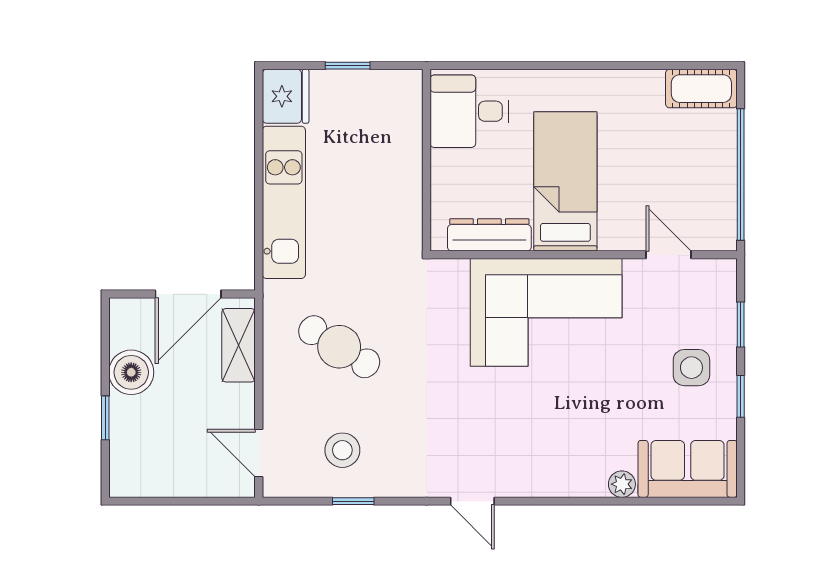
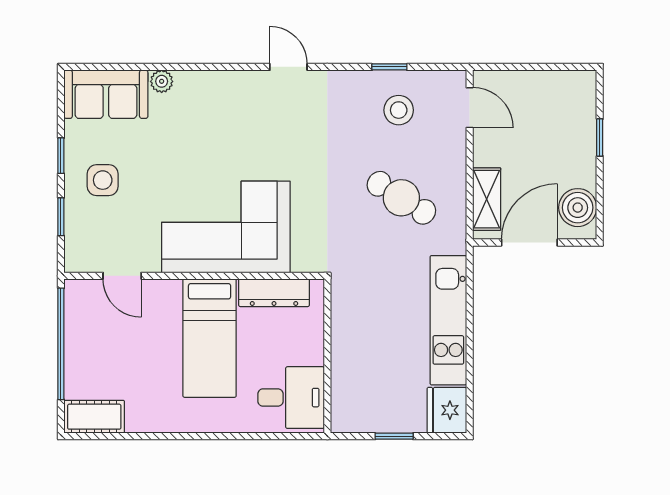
boiler: (131, 372) -> (578, 208), moved

